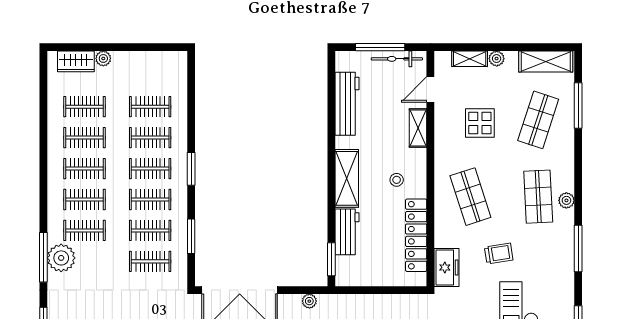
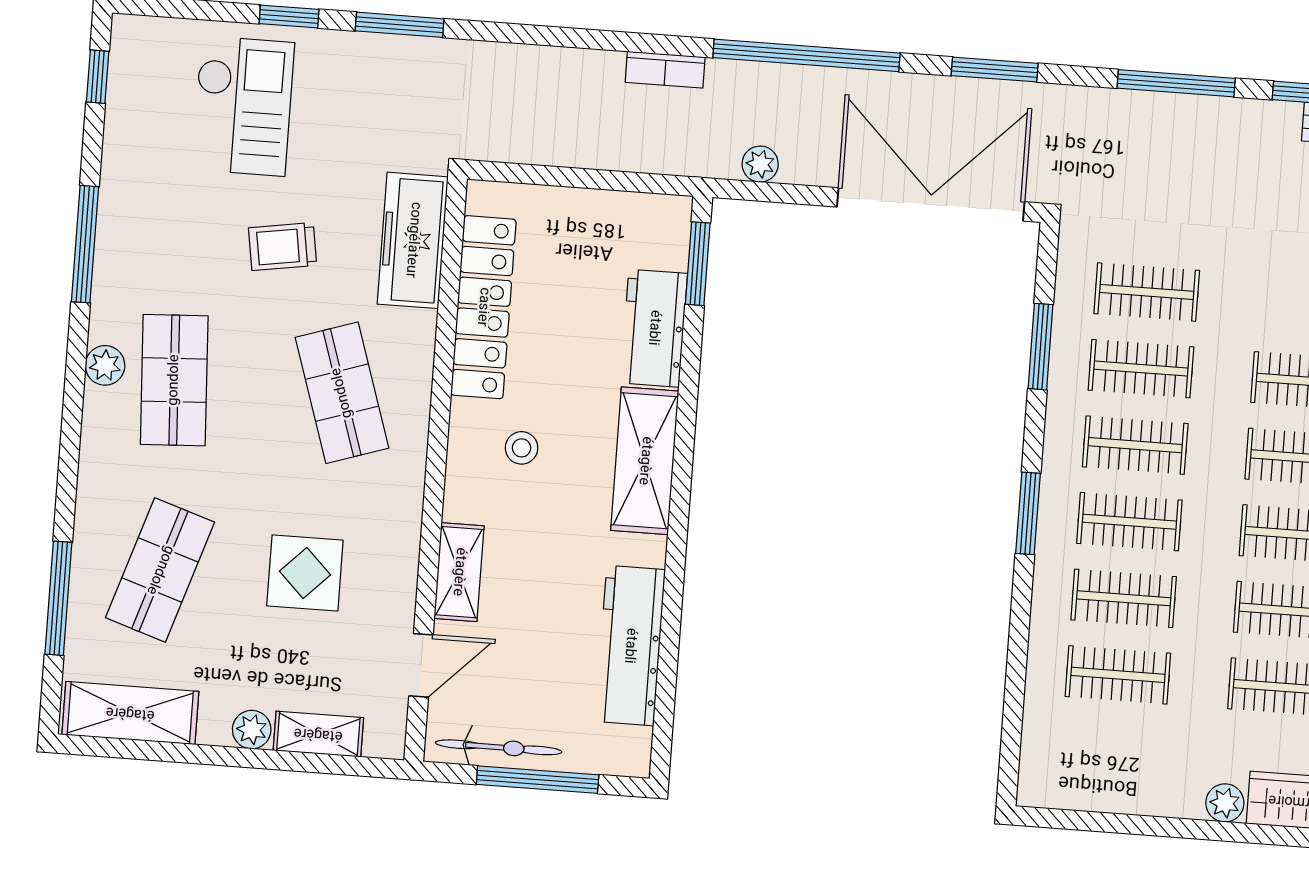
freezer: (447, 267) -> (413, 240), width x1.40

